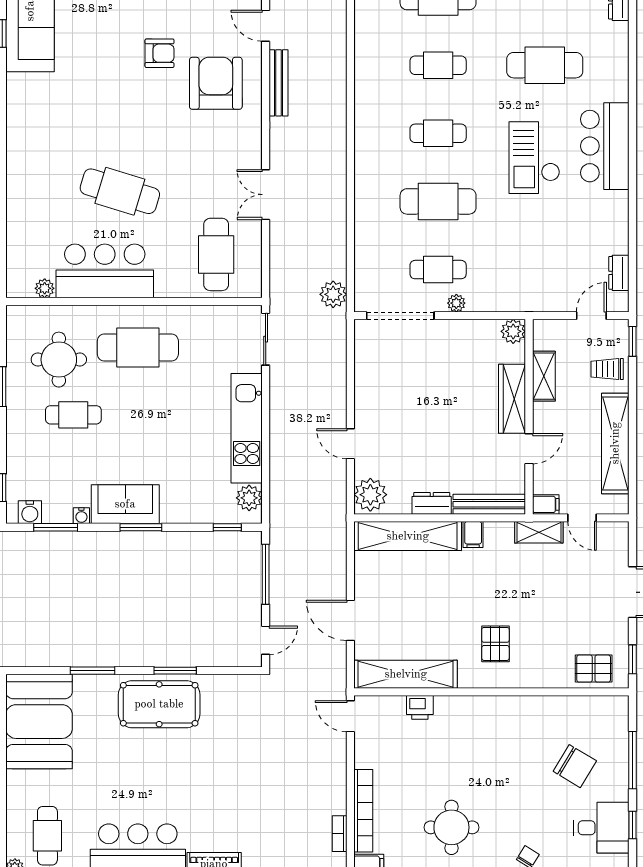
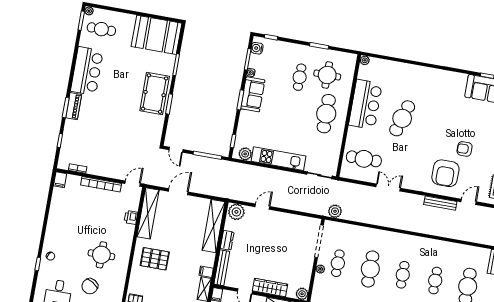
armchair: (160, 53) -> (465, 149), turned 90
armchair: (216, 83) -> (445, 173), turned 90
plant: (45, 288) -> (365, 60), moved
filing cabinet: (473, 535) -> (206, 272), moved
pallet: (495, 644) -> (155, 259), width x1.50, depth x1.42
bookcase: (363, 811) -> (101, 184), moved
round table: (451, 827) -> (101, 255), moved

